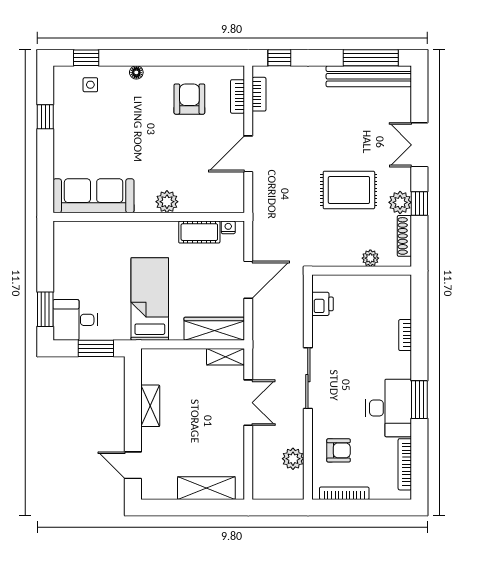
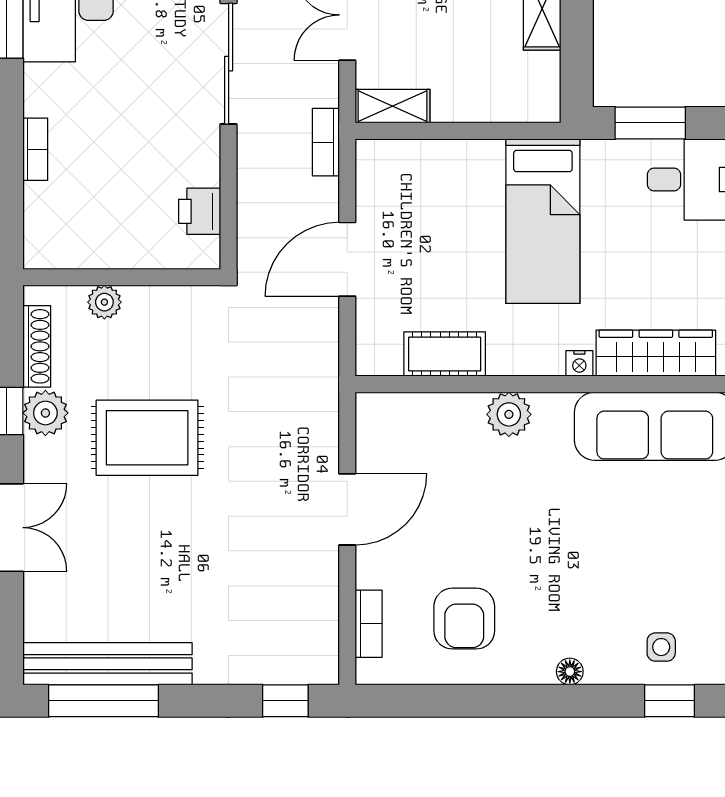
bookcase: (259, 94) -> (326, 142), moved
nightstand: (228, 227) -> (579, 363), moved
wardrobe: (214, 329) -> (656, 353), moved, turned 180

